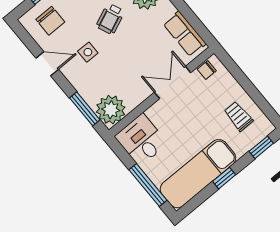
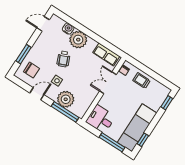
window: (85, 109) -> (65, 112), width x1.44
plant: (111, 110) -> (66, 99), moved
trolley: (239, 116) -> (142, 81), moved
window: (224, 178) -> (143, 140), moved

